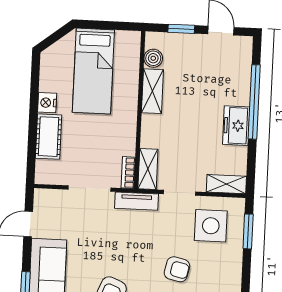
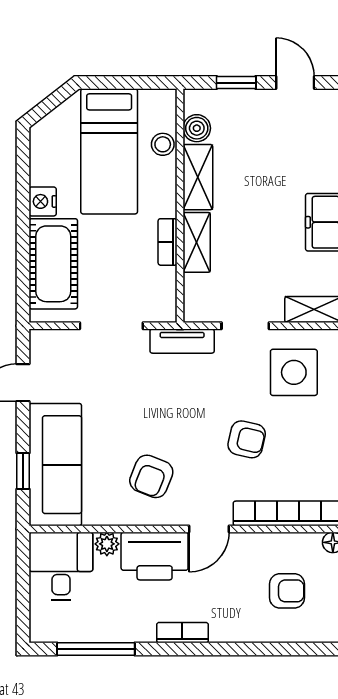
stool: (130, 68) -> (163, 144), added
cot: (49, 137) -> (53, 264), width x1.37, depth x1.34
shelving: (148, 169) -> (197, 242), moved
bookcase: (128, 173) -> (168, 242), moved

